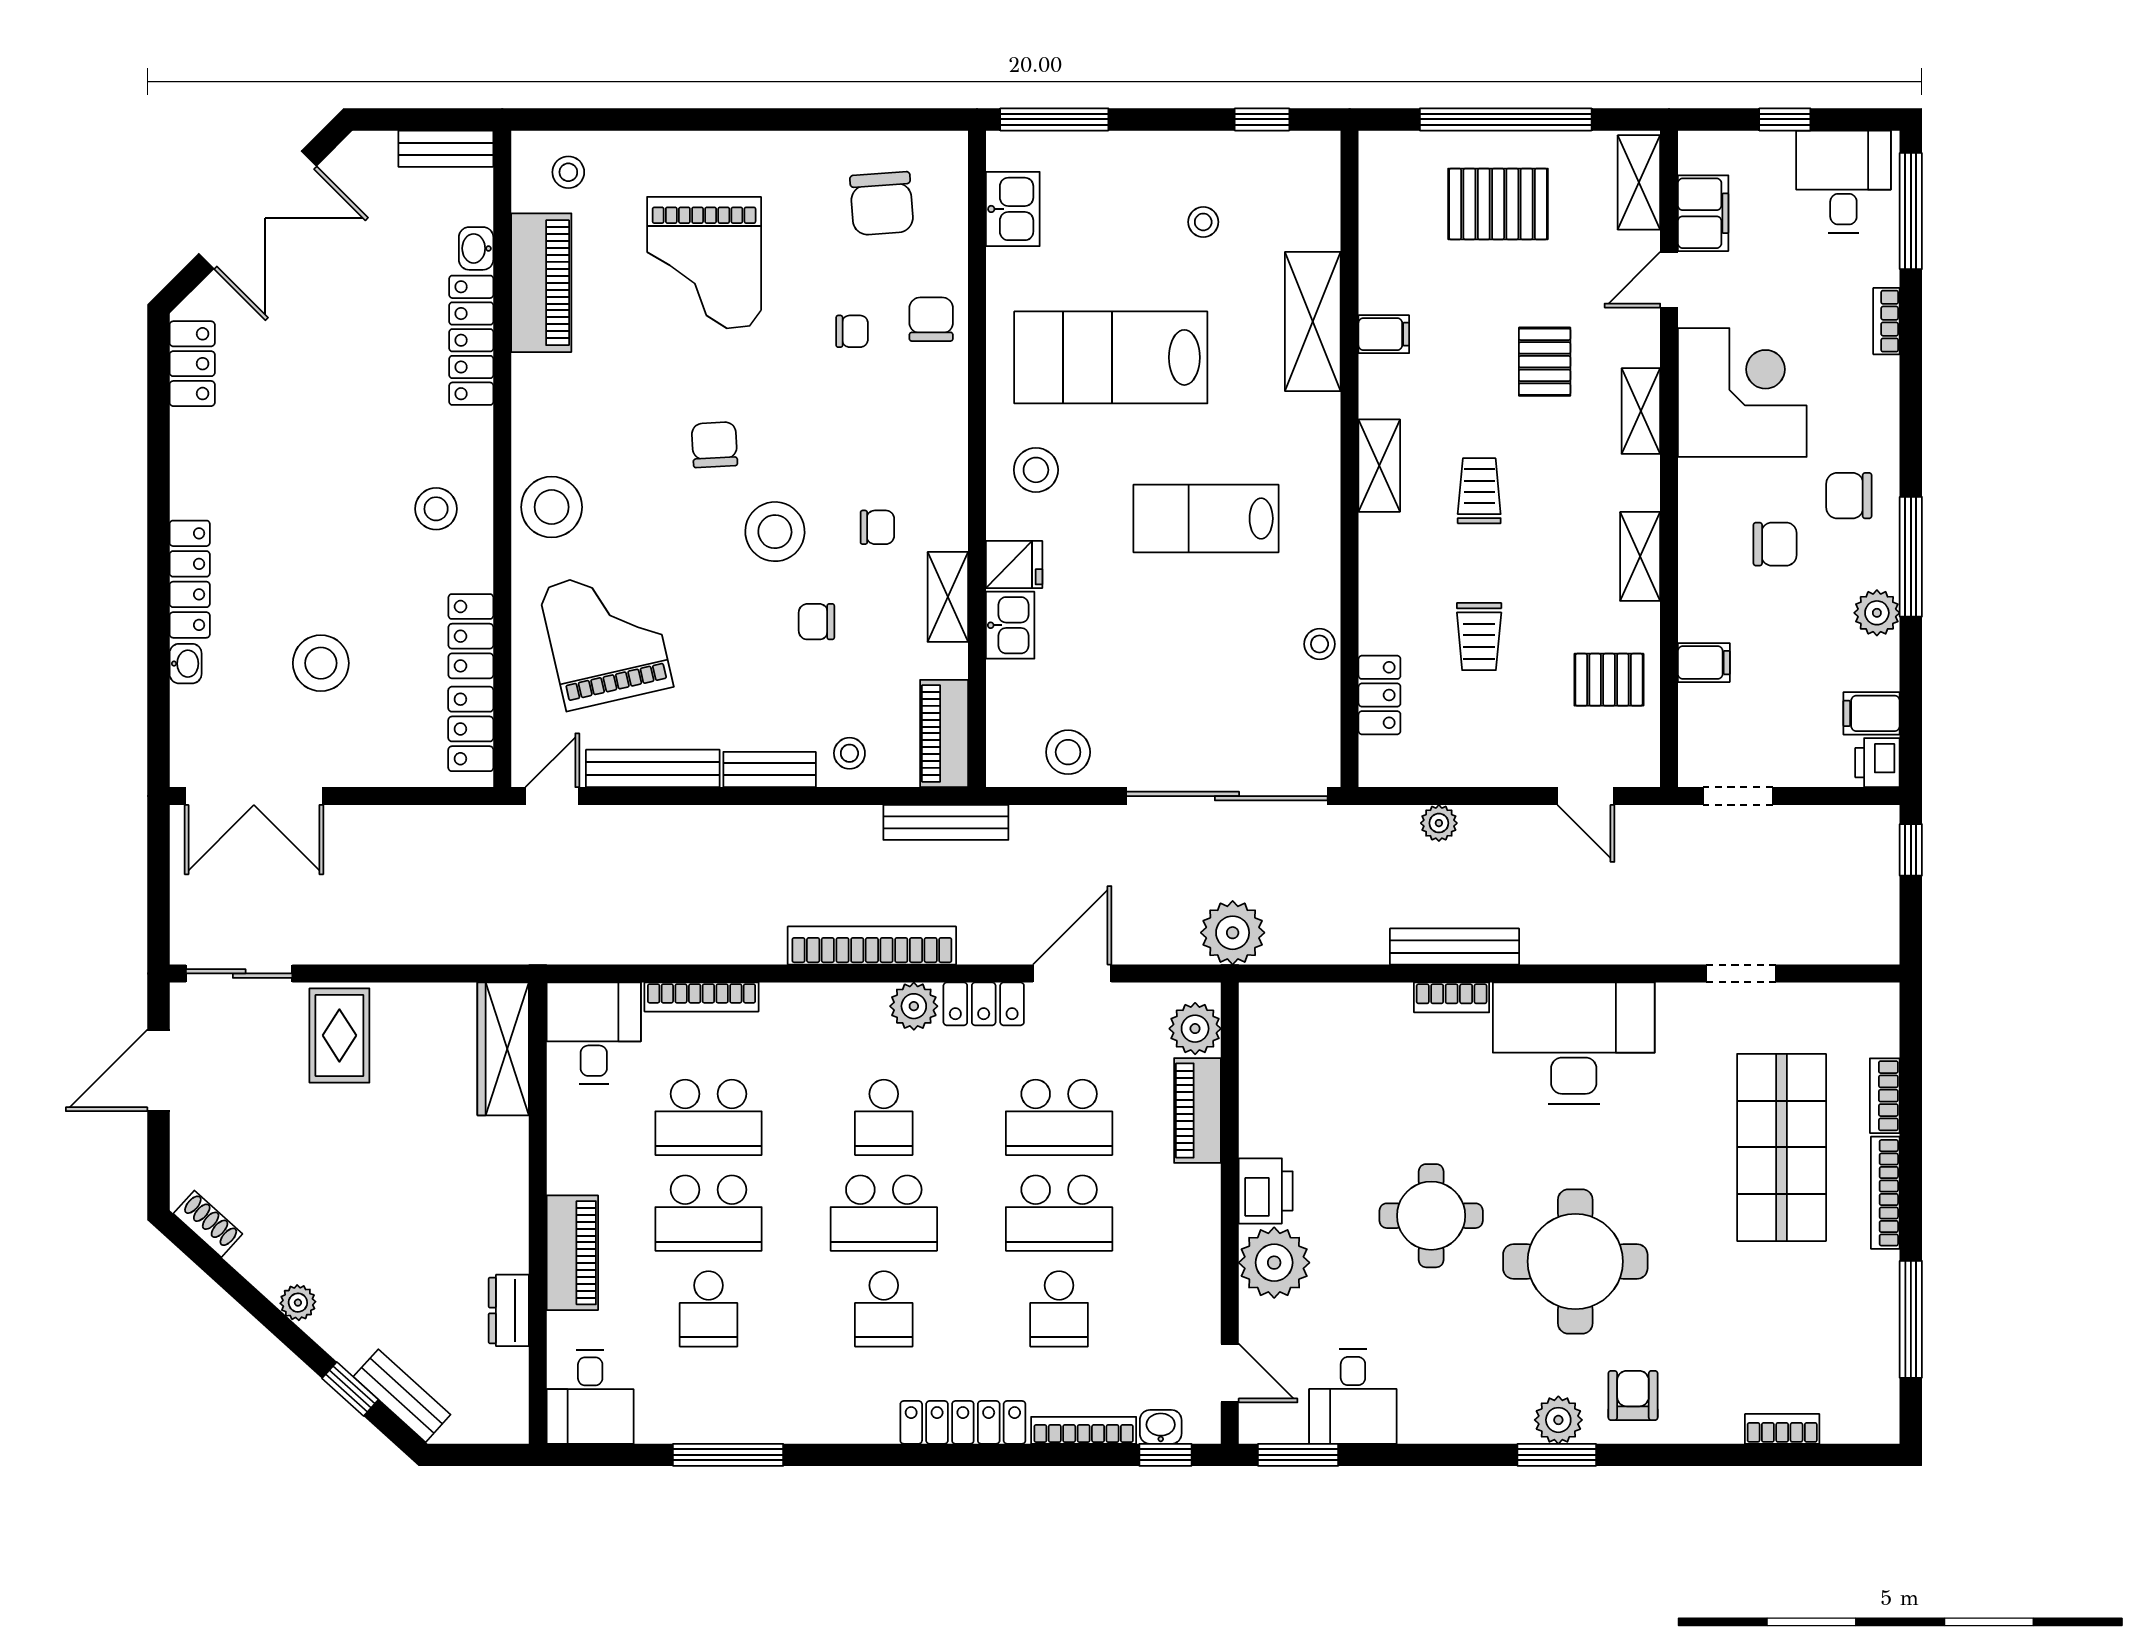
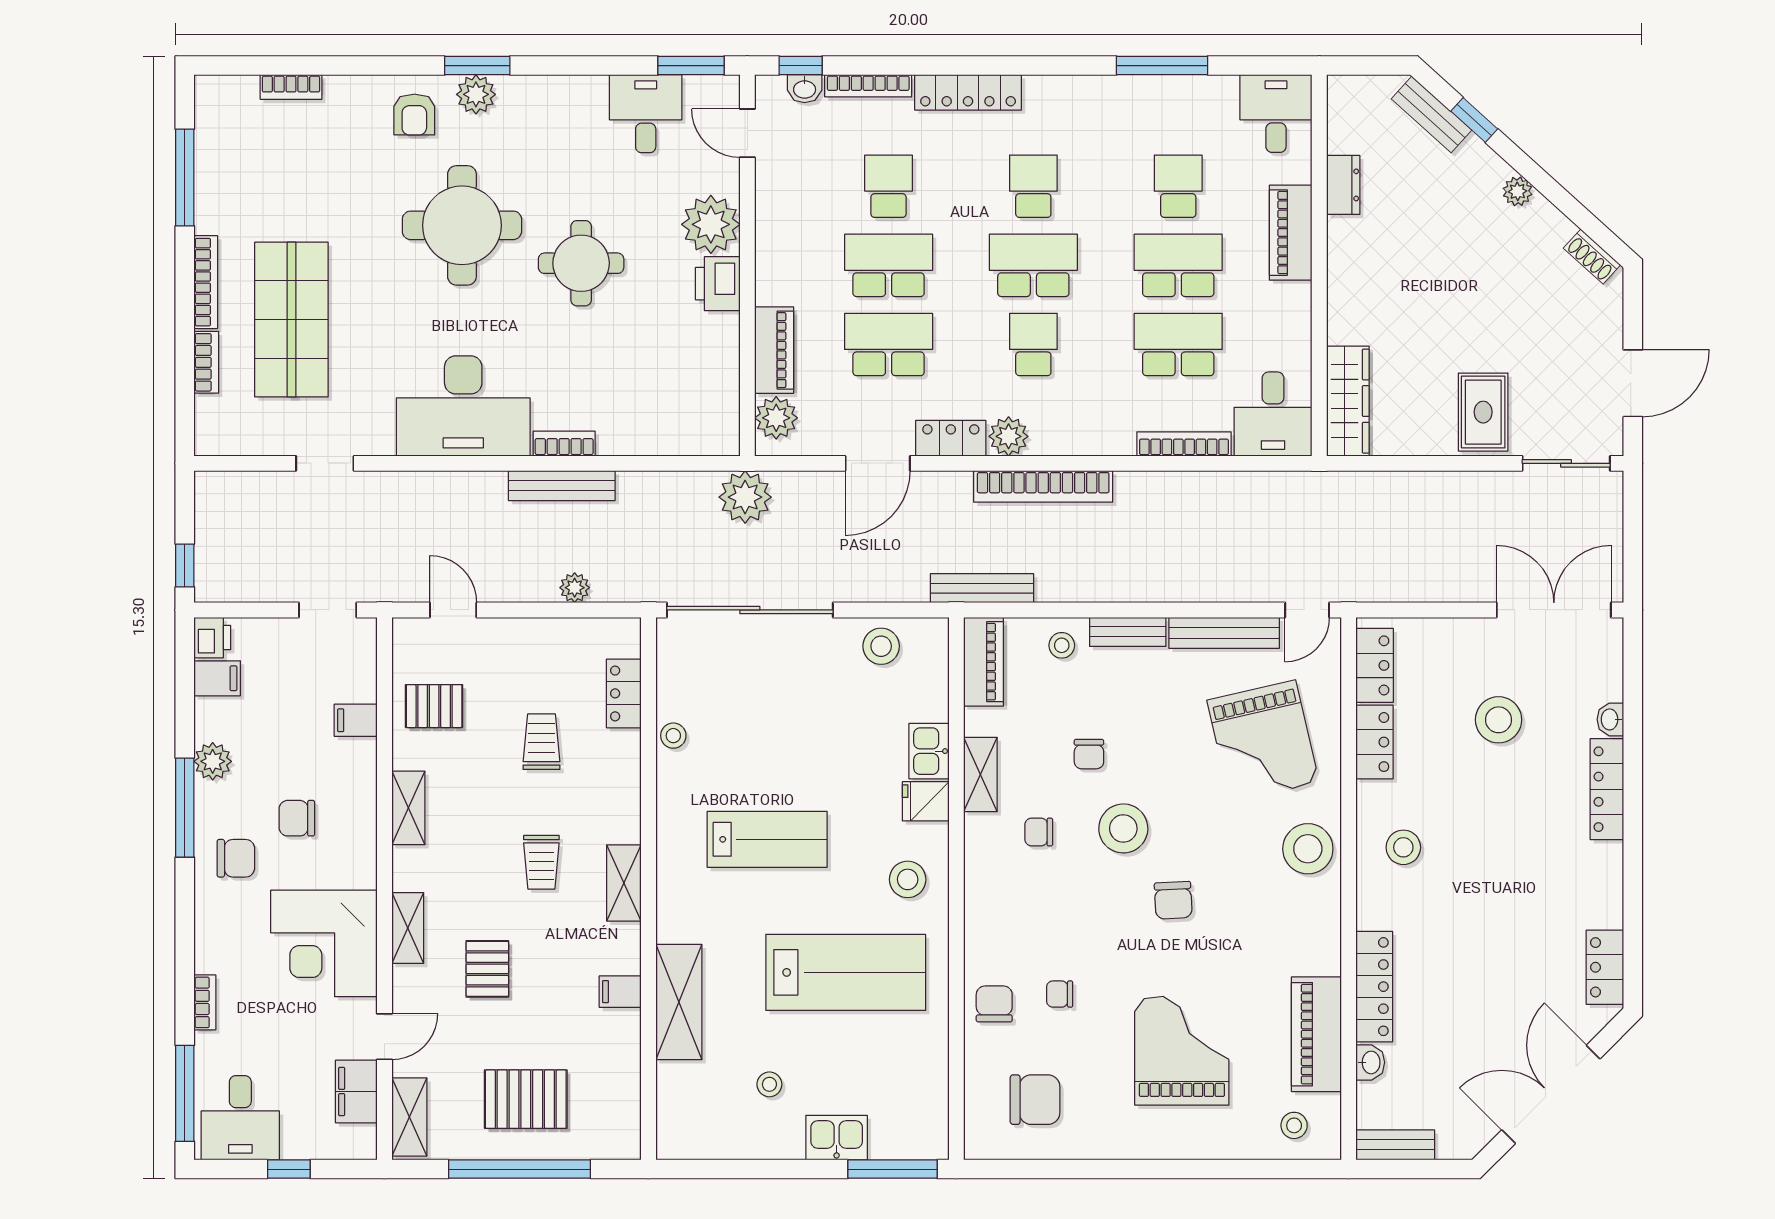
window: (1262, 119) -> (721, 1169), removed
chair: (882, 203) -> (1035, 1100), turned 94
kitchen sink: (1013, 209) -> (837, 1138), moved, turned 90
chair: (931, 319) -> (994, 1004), turned 180
chair: (817, 622) -> (1089, 754), turned 90

